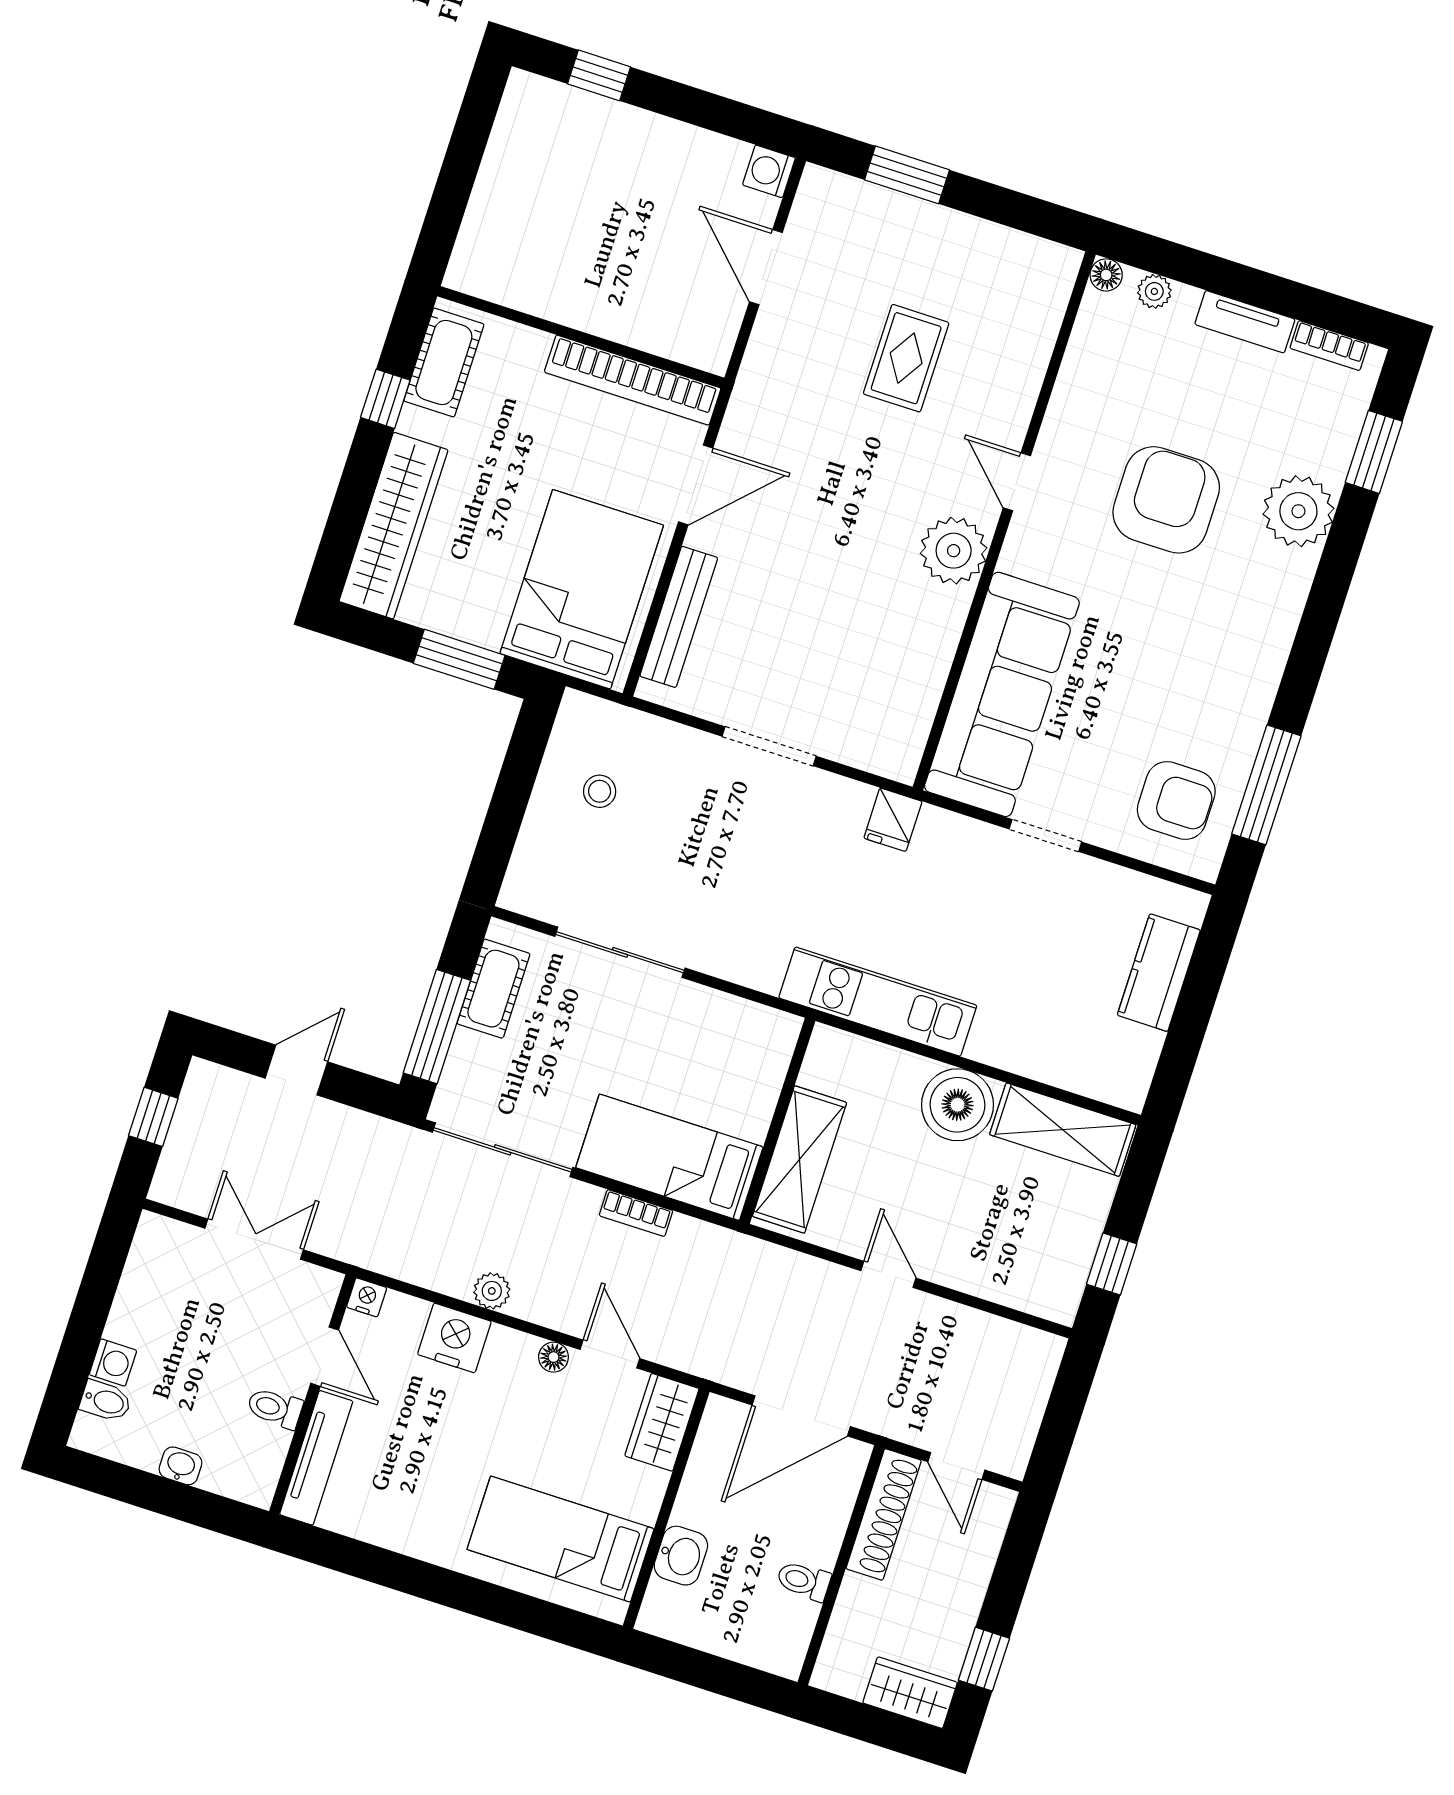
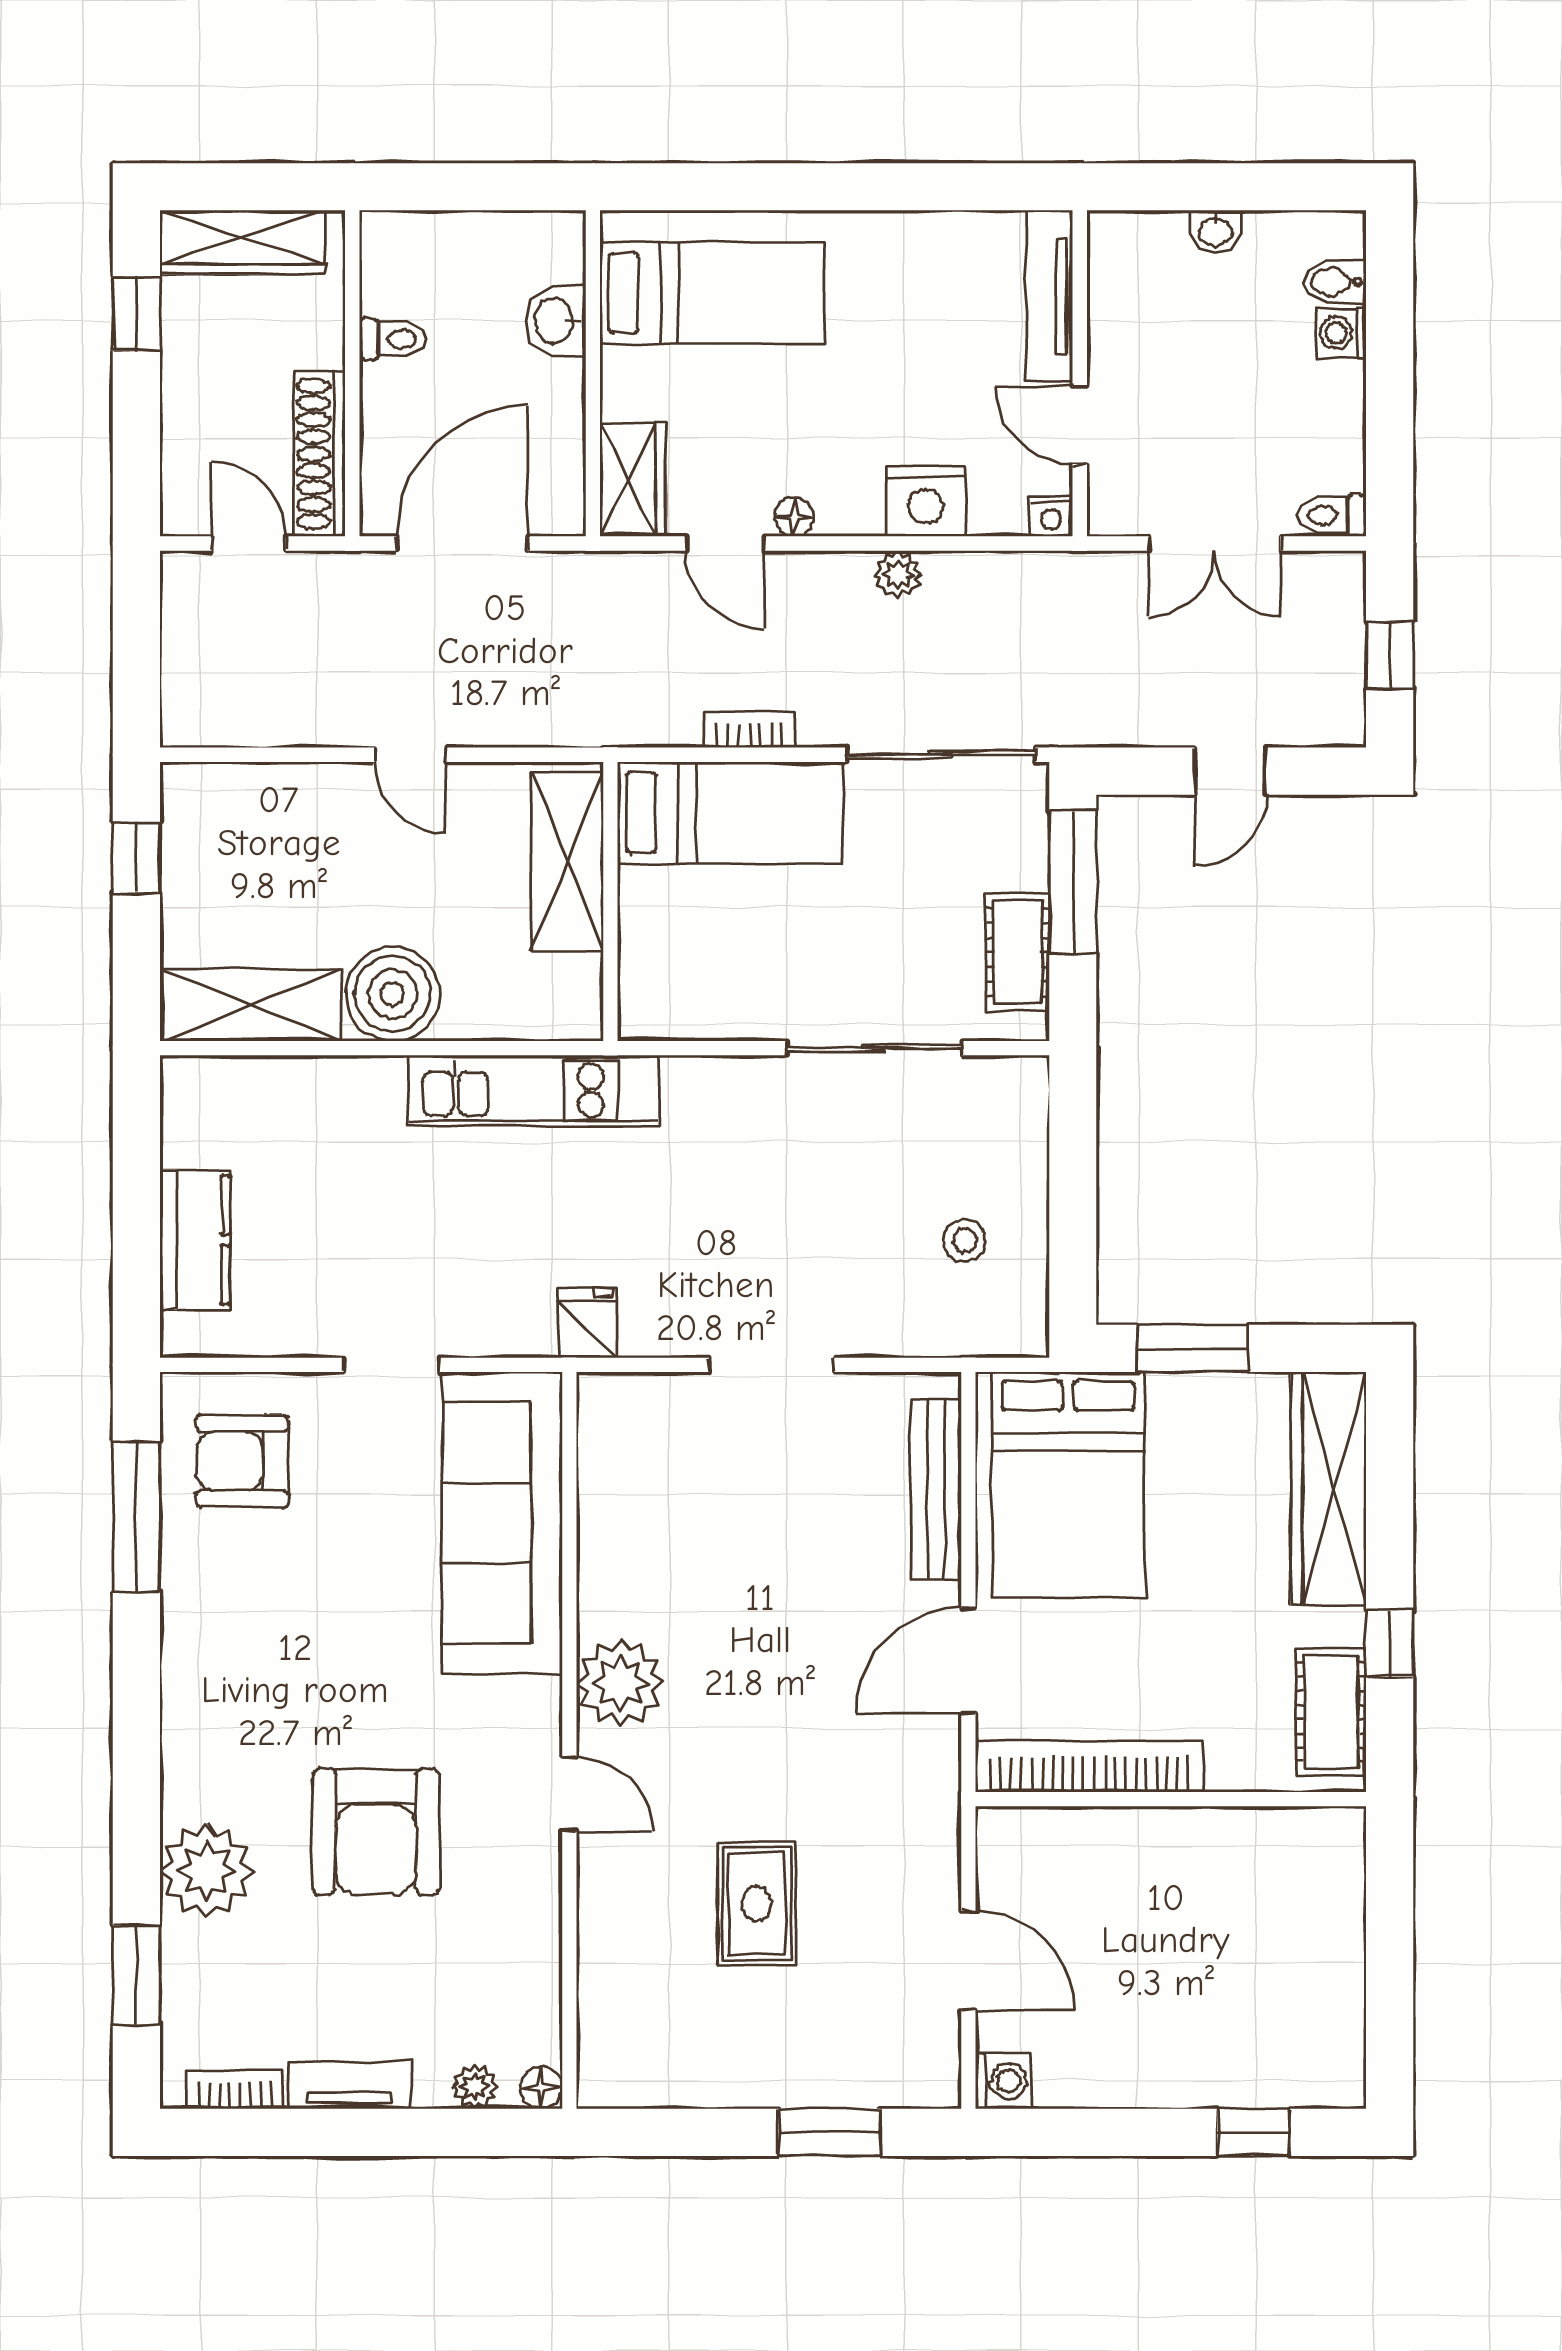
toilet: (275, 1408) -> (1332, 515), moved, turned 180
wardrobe: (910, 1693) -> (243, 242), width x1.50

